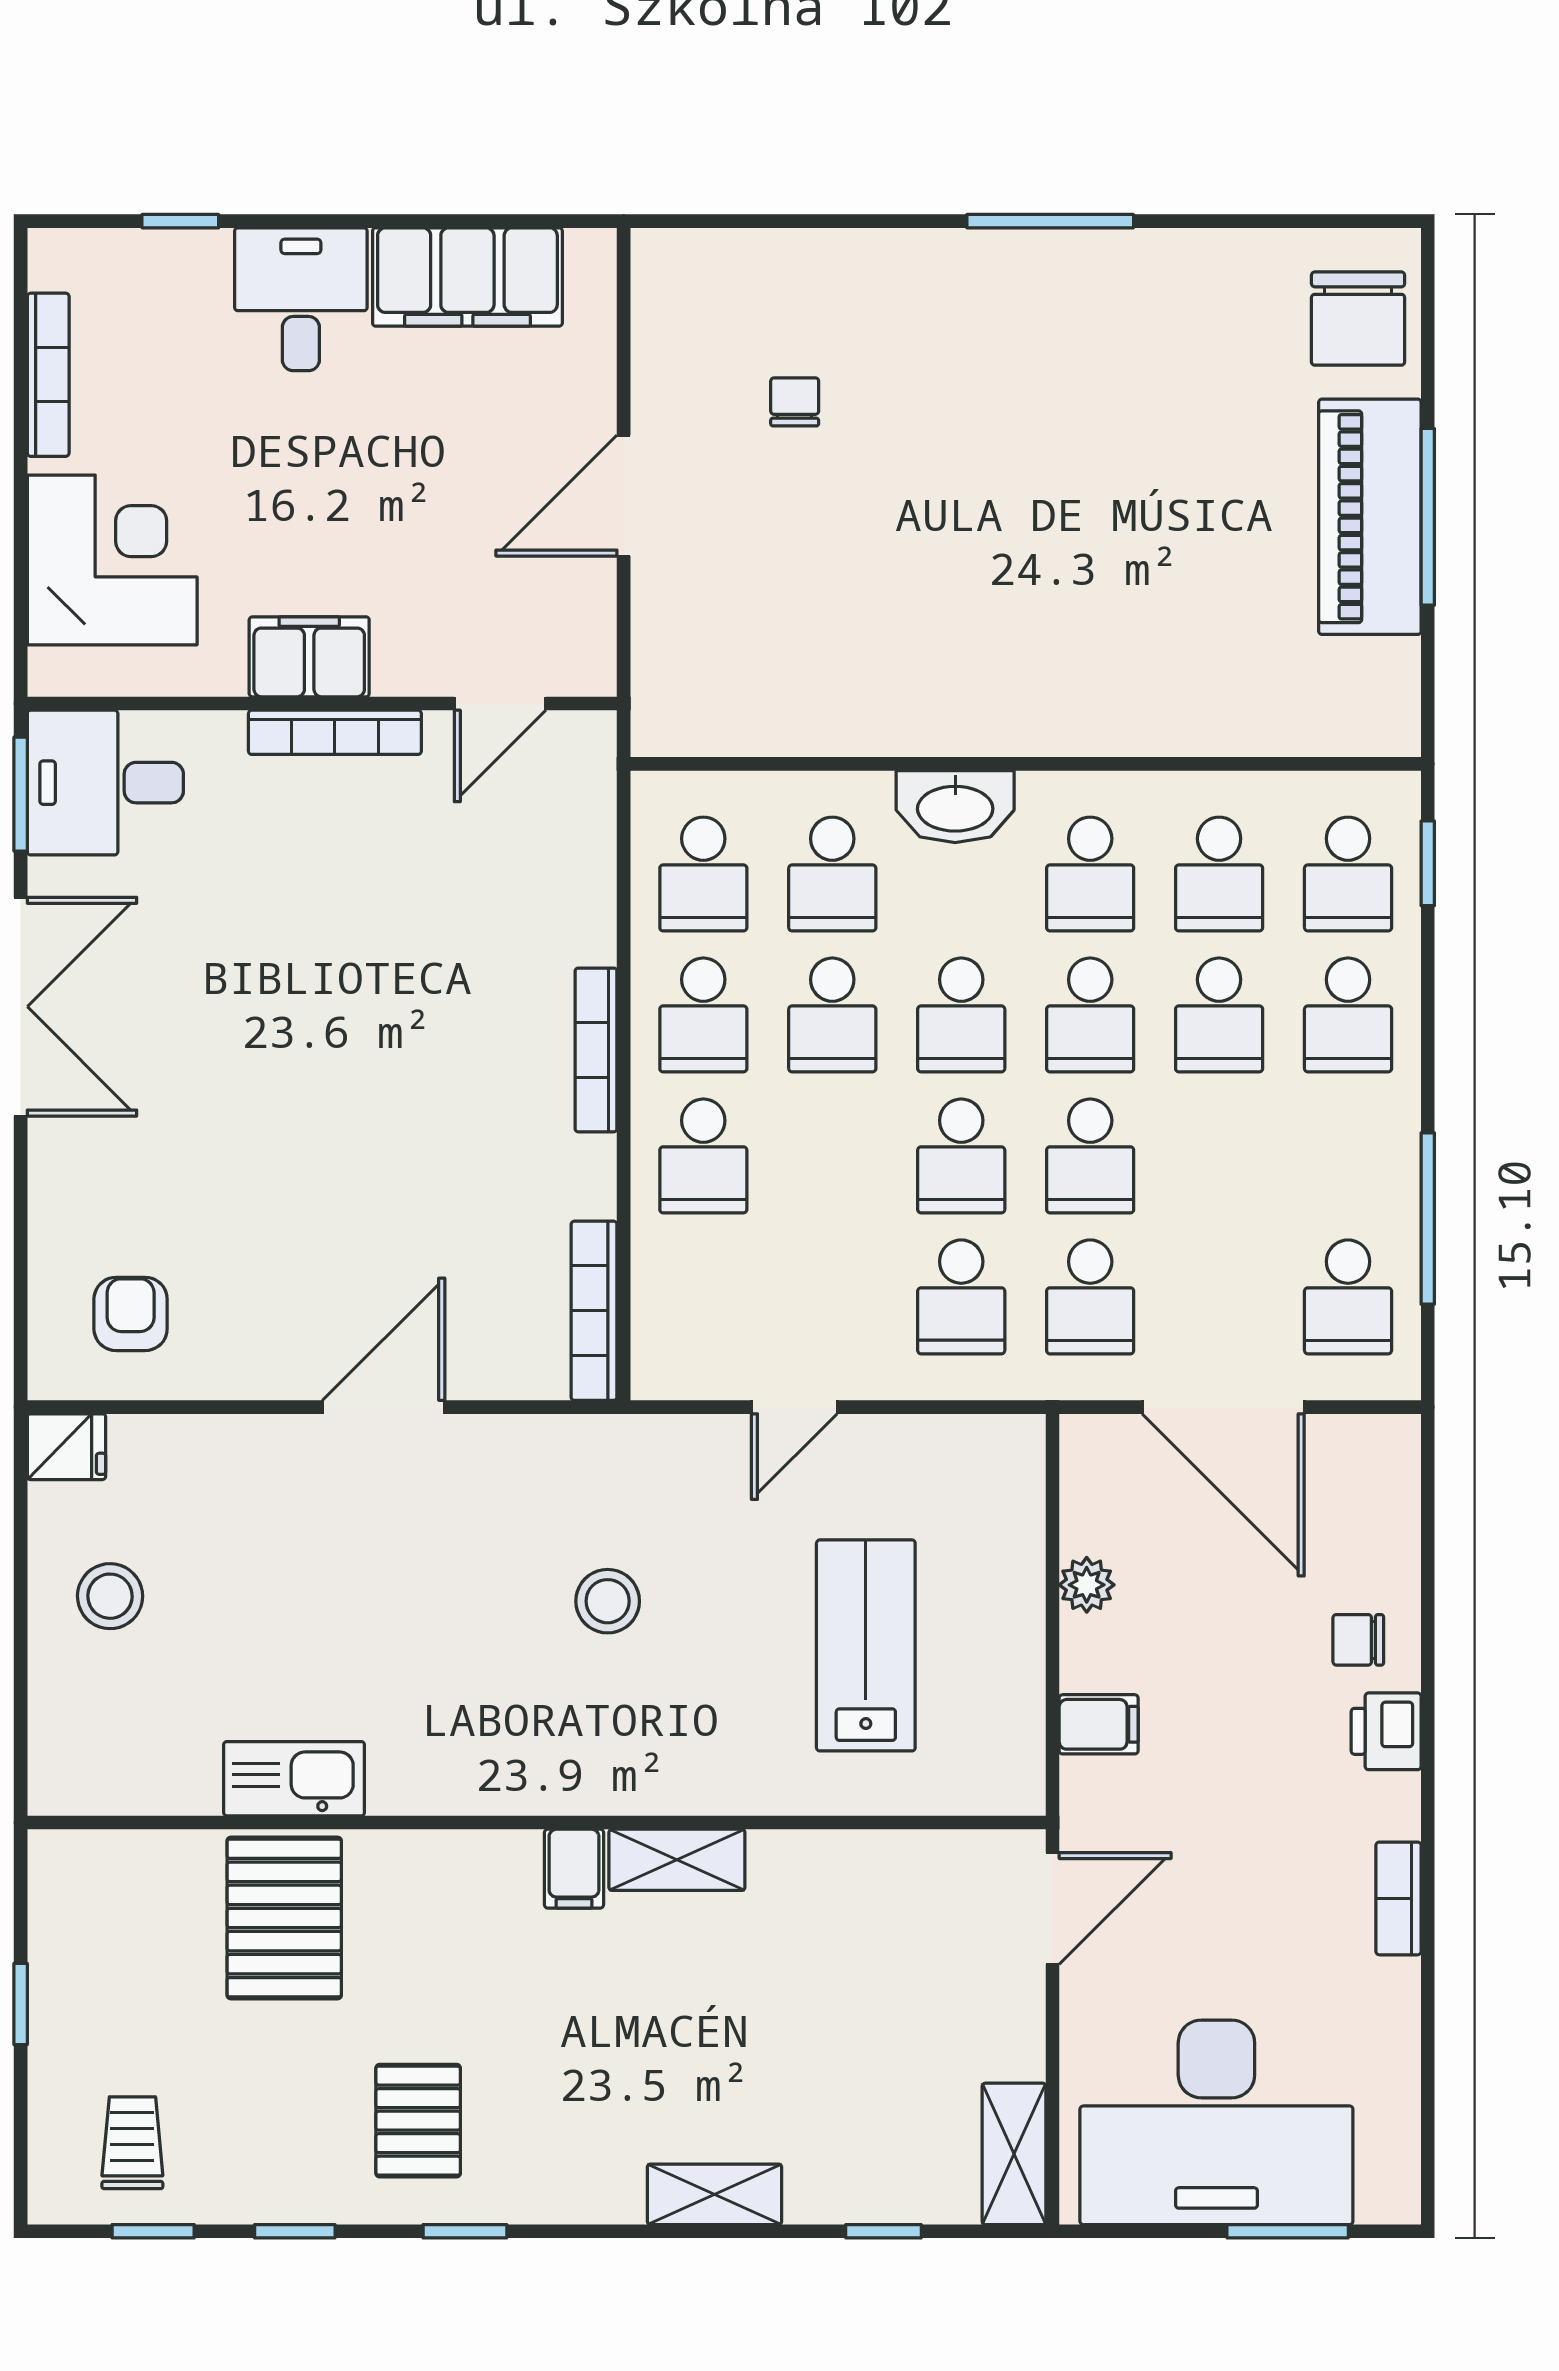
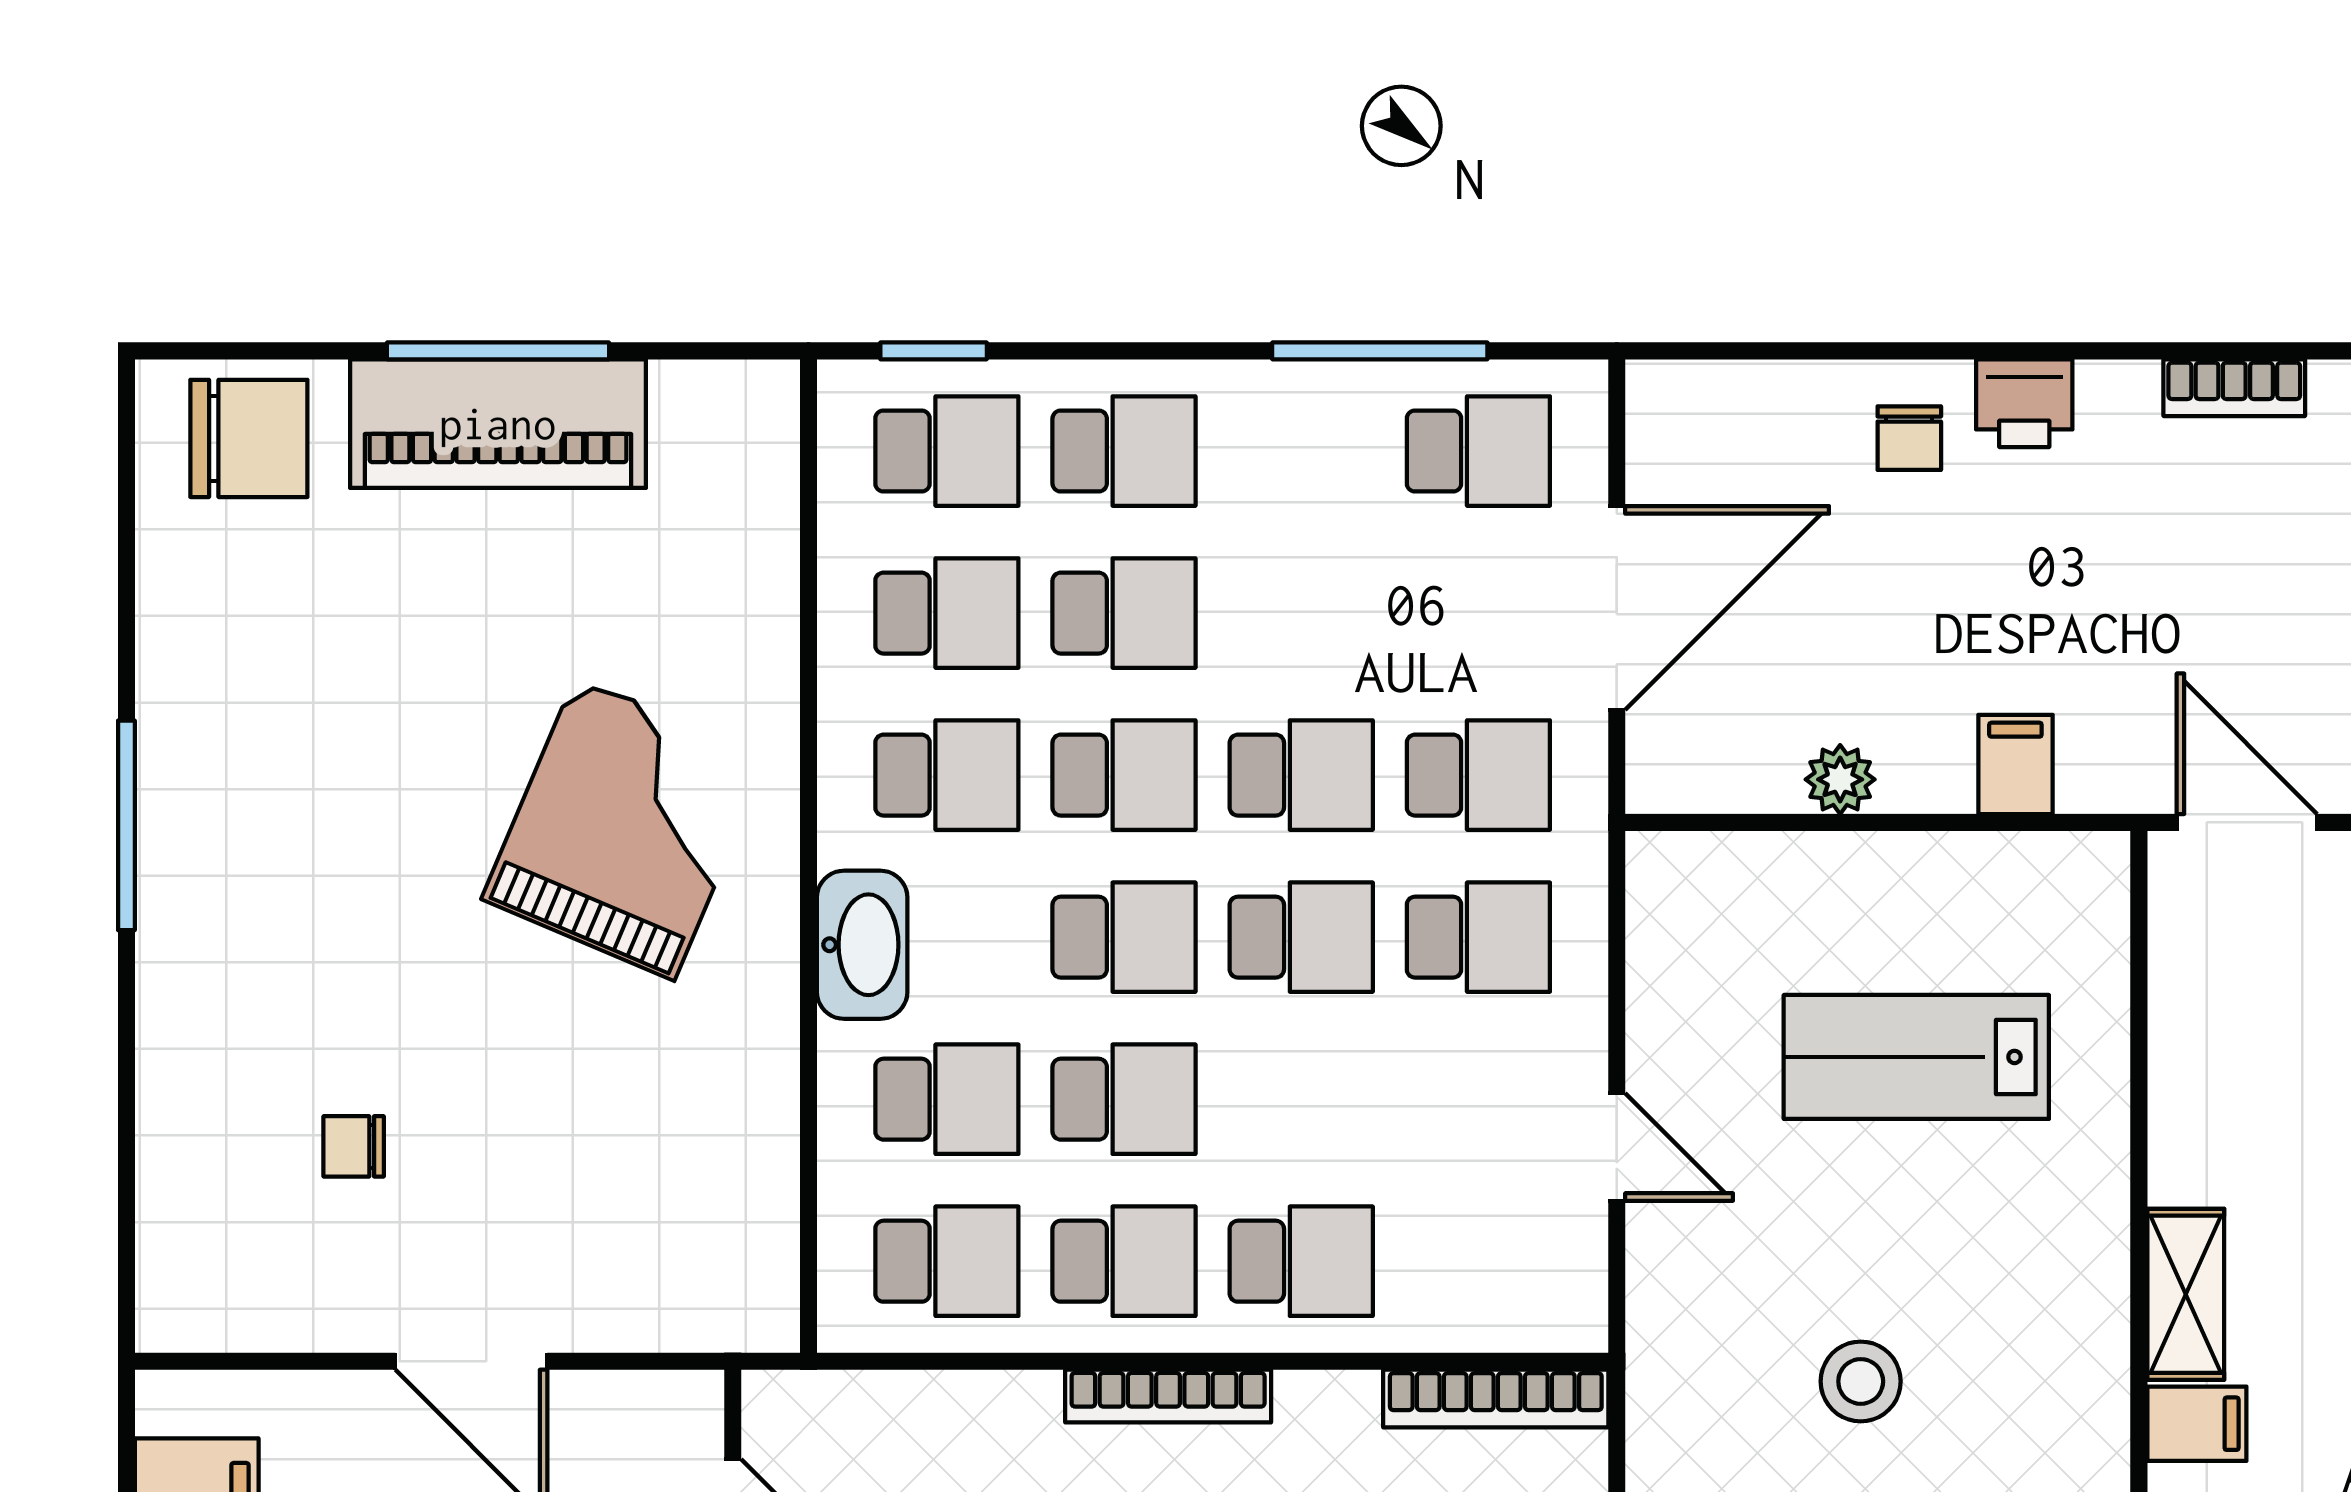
grand piano: (1048, 618) -> (625, 828), added

